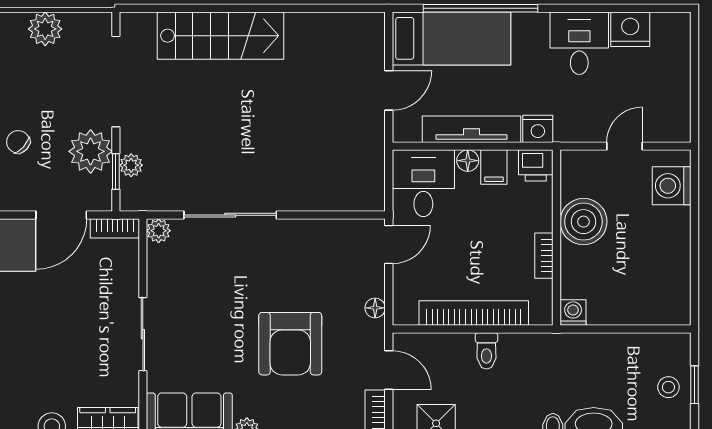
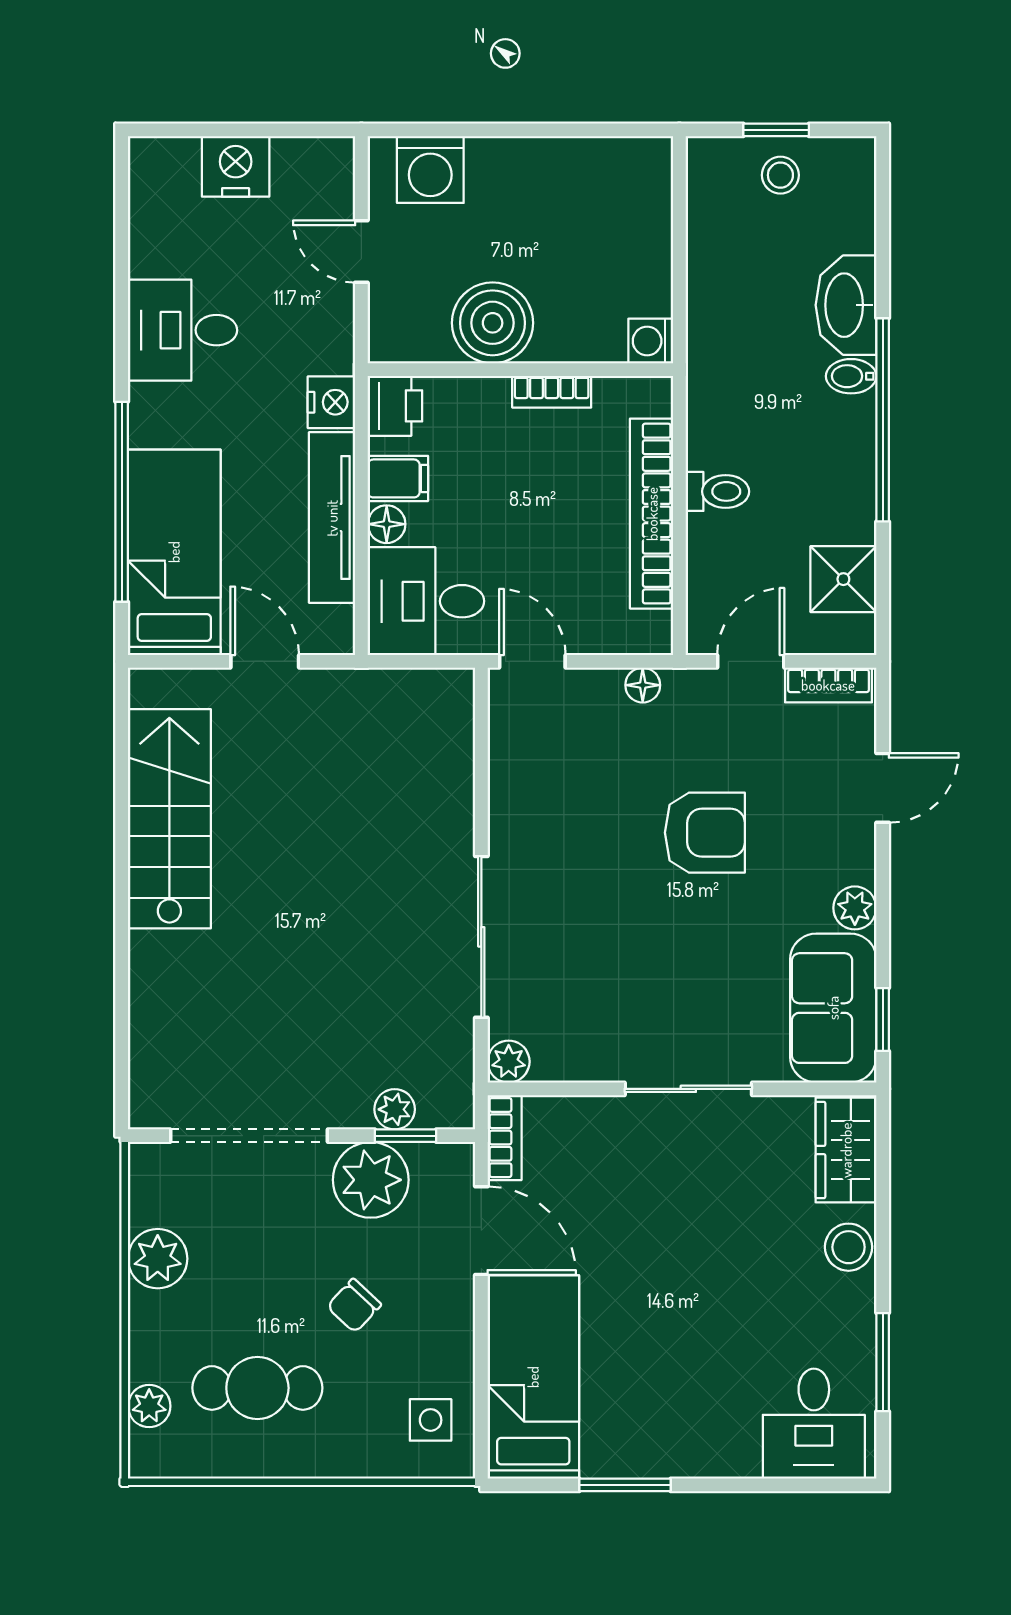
nightstand: (630, 29) -> (236, 166), moved, turned 90
stairs: (221, 36) -> (169, 819), moved
armchair: (290, 344) -> (705, 833), width x0.73, depth x0.73

